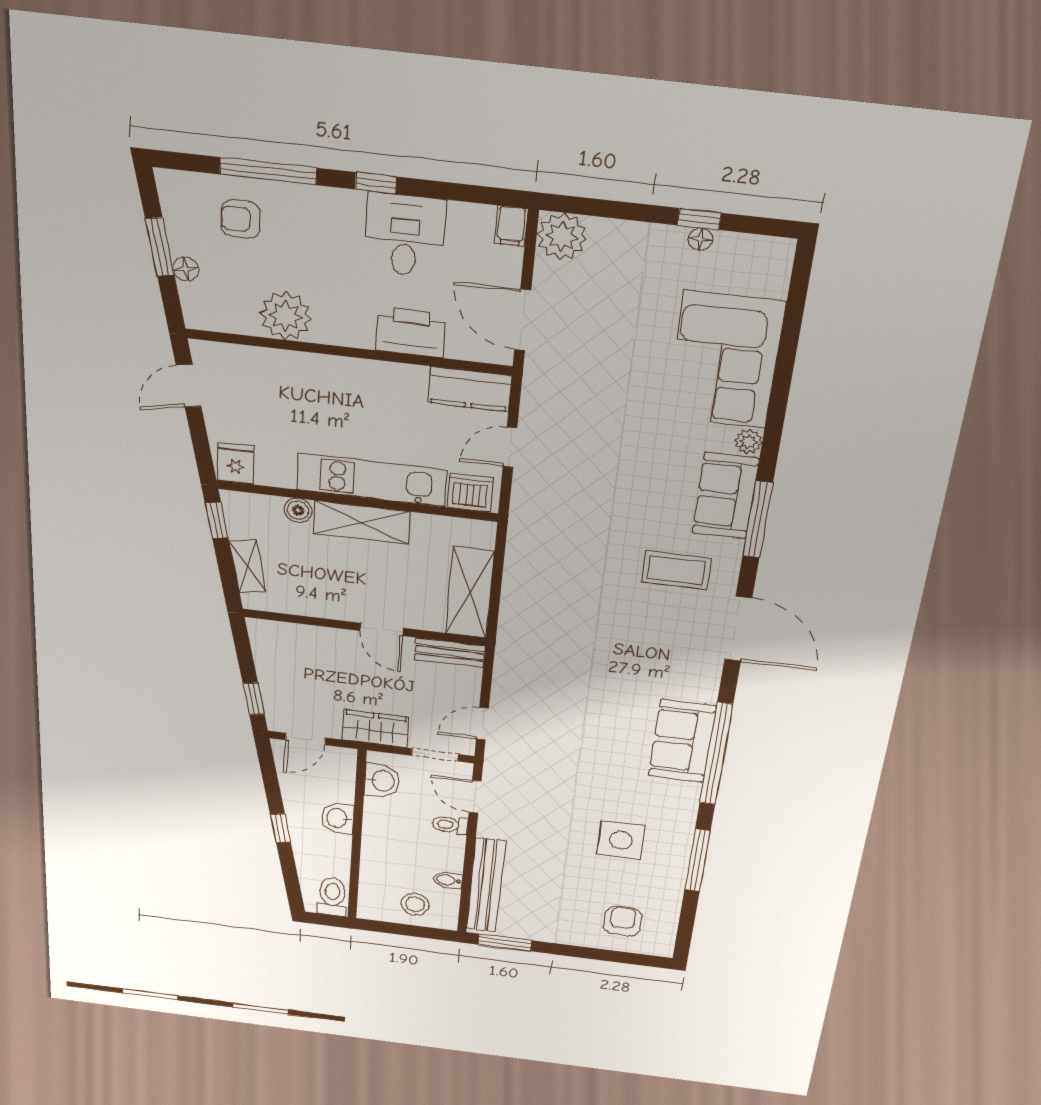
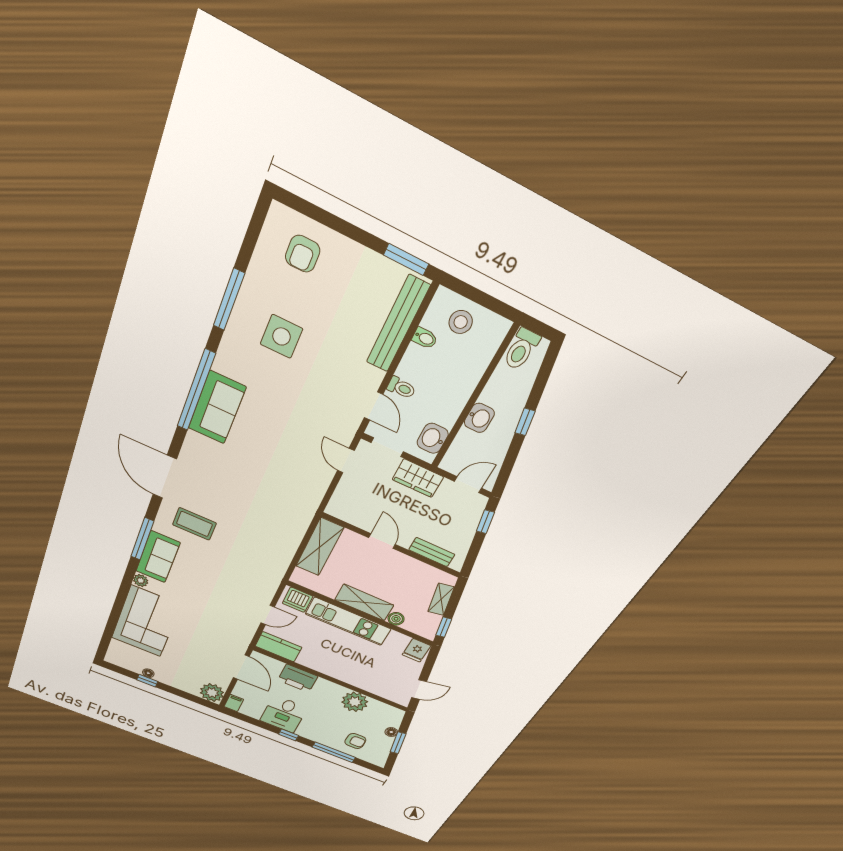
bench: (450, 653) -> (432, 552), moved
door: (482, 724) -> (346, 461), swing flipped

